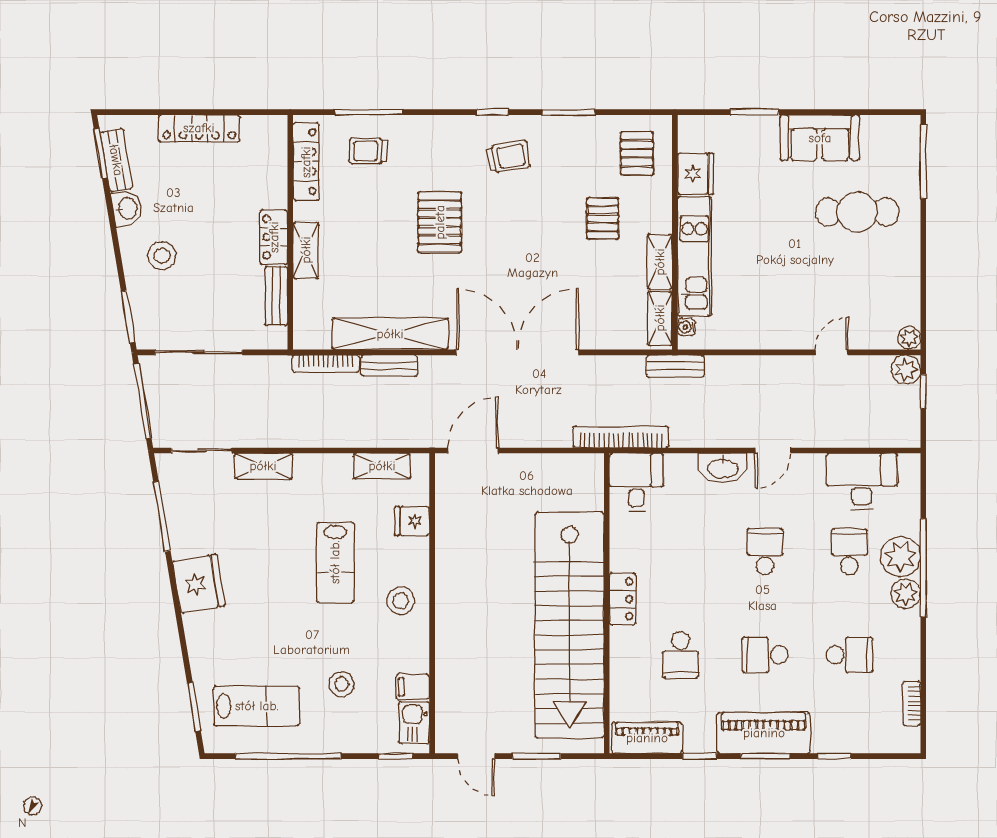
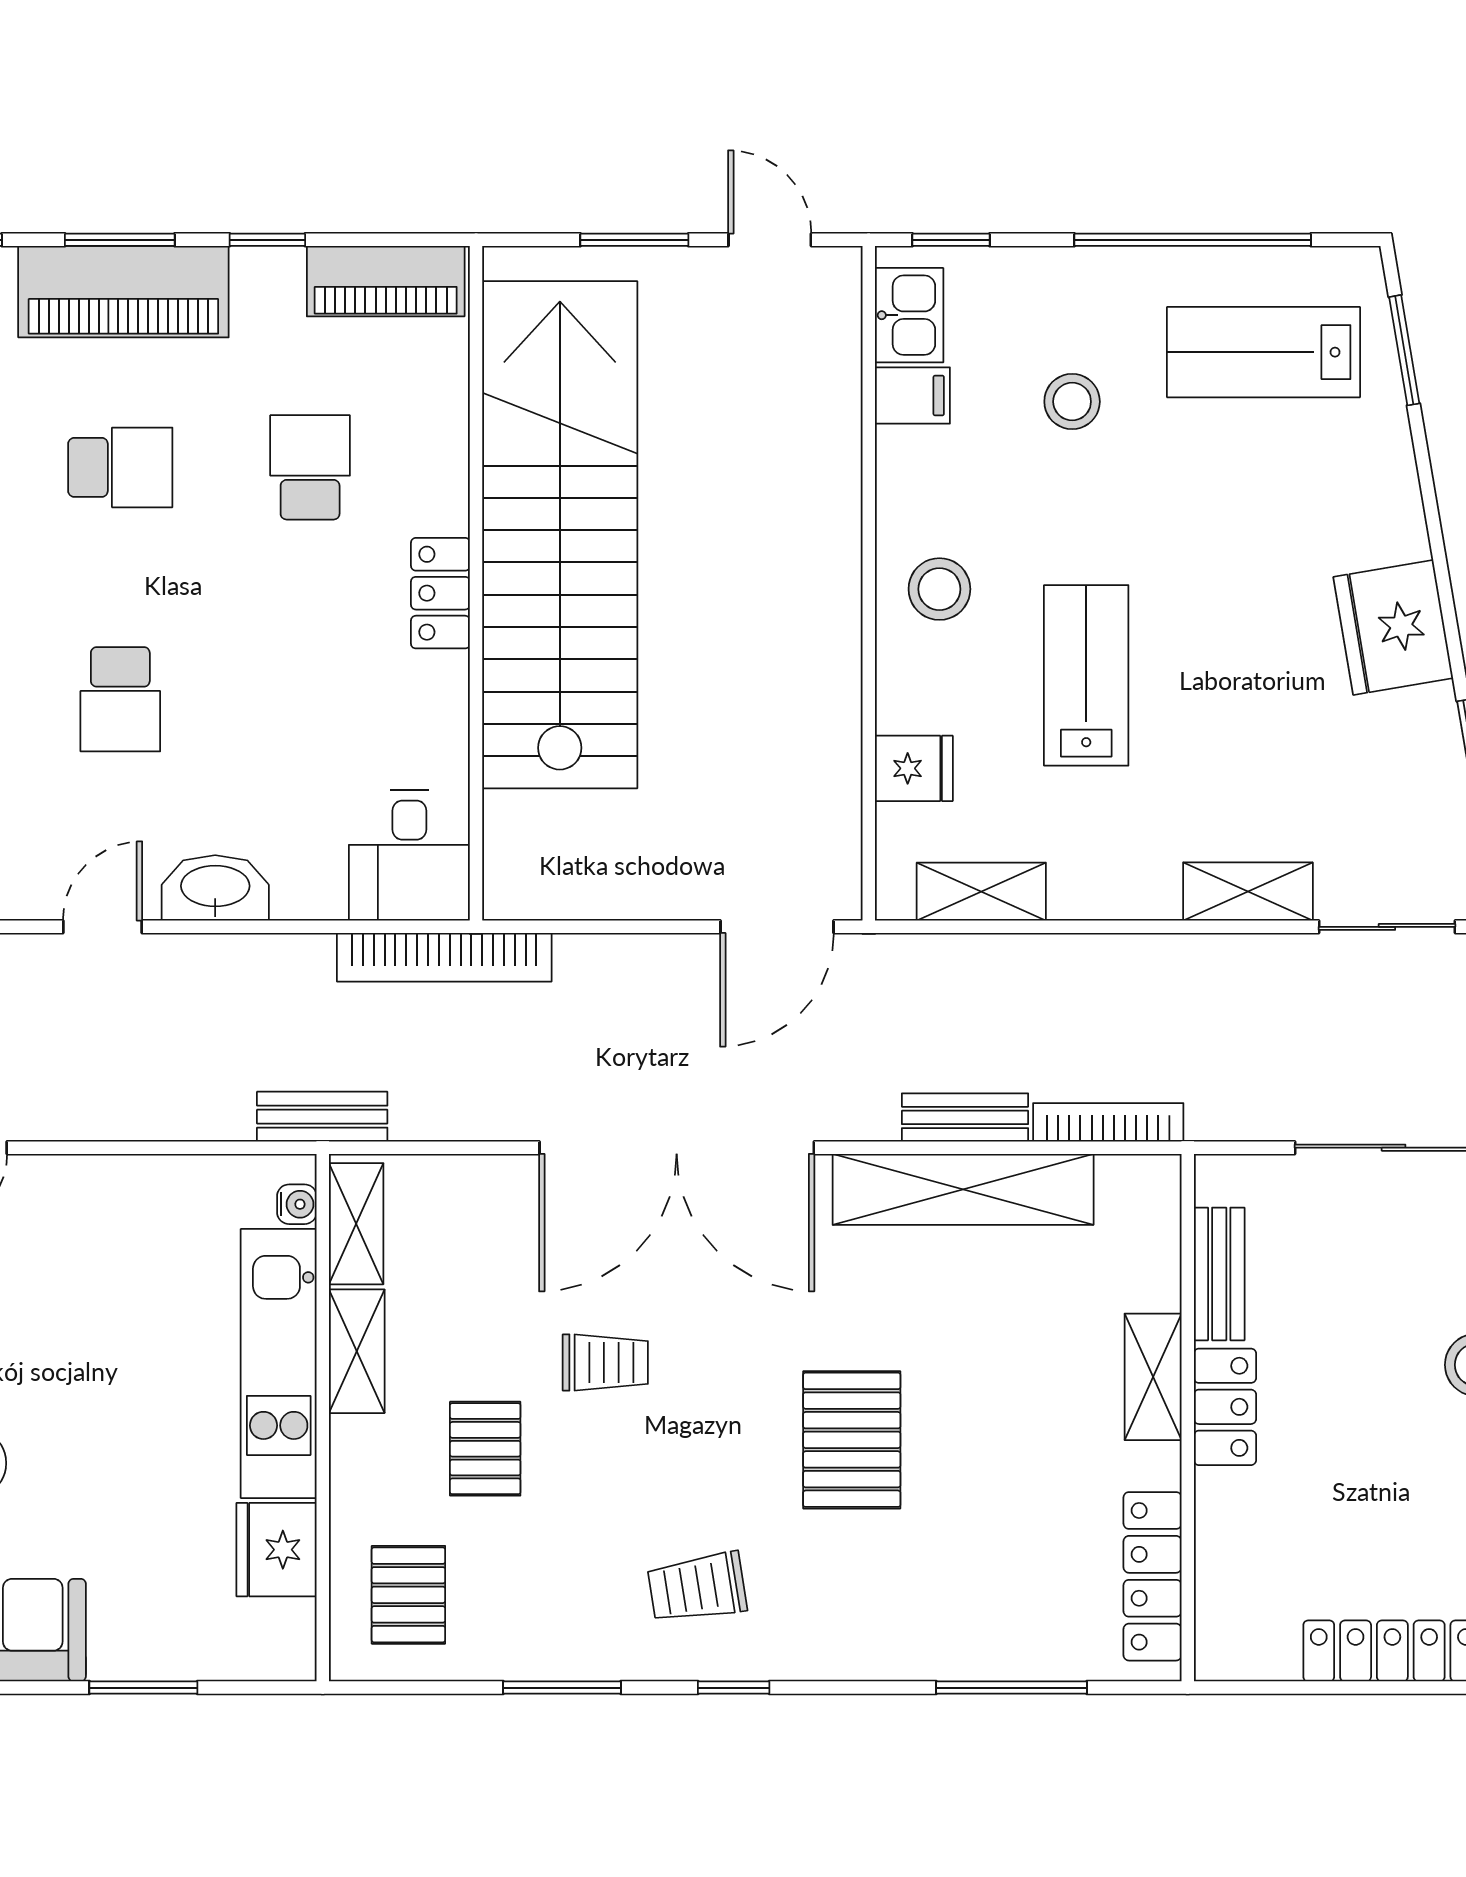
trolley: (368, 151) -> (605, 1363), moved

